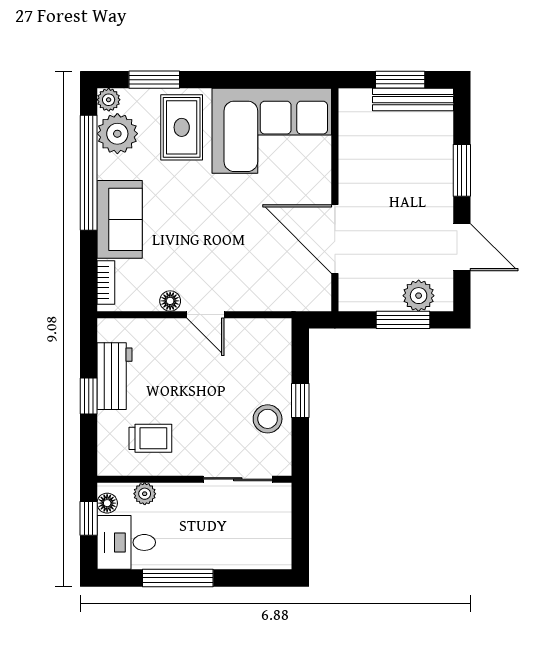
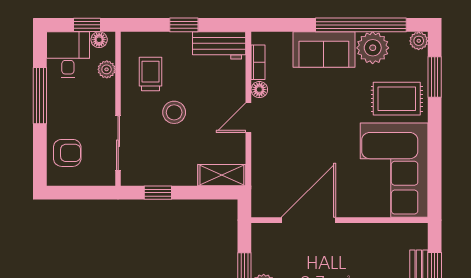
plant: (117, 134) -> (373, 48), moved
bookcase: (106, 283) -> (258, 62), moved, turned -90
shelving: (278, 348) -> (222, 175), added
workbench: (114, 376) -> (219, 45), moved
window: (300, 400) -> (158, 193), moved
stool: (268, 419) -> (174, 112), moved
trolley: (150, 438) -> (150, 74), turned 180
armchair: (250, 543) -> (67, 153), added

